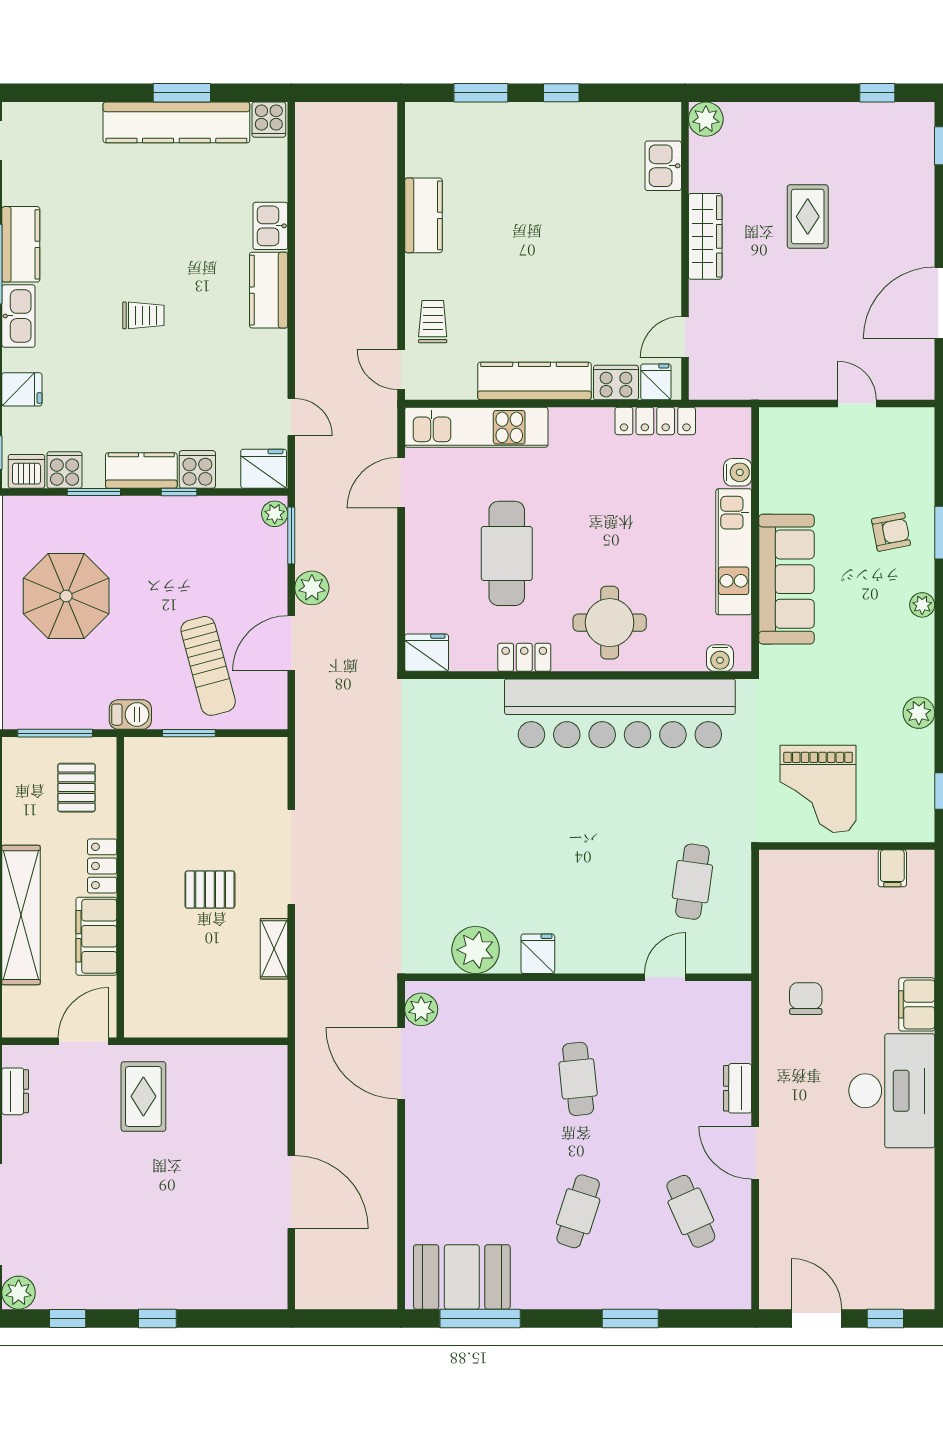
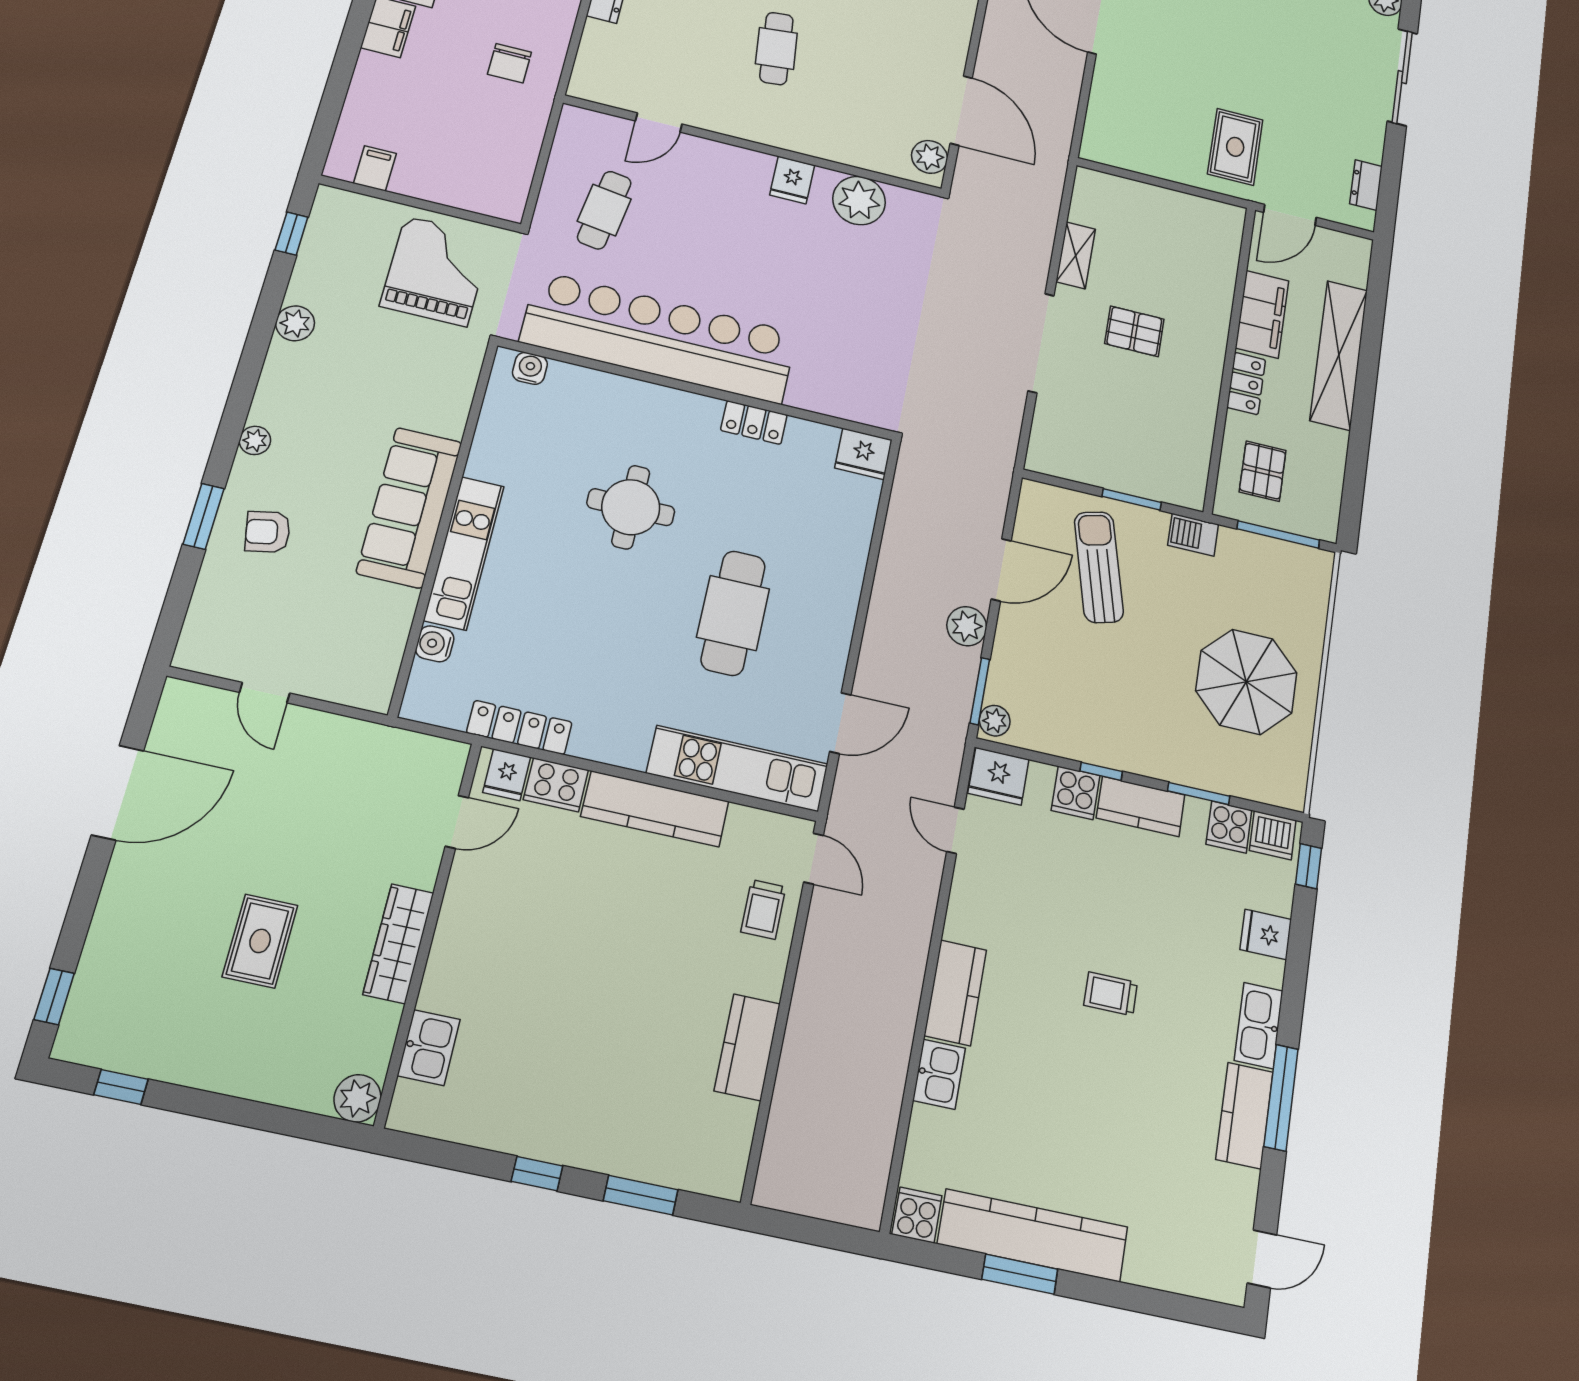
fridge: (427, 653) -> (863, 454), moved
locker: (524, 657) -> (754, 423), moved
water cooler: (720, 658) -> (530, 368), moved
wall: (578, 675) -> (697, 389), moved
bar counter: (620, 713) -> (659, 337), moved

